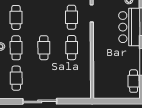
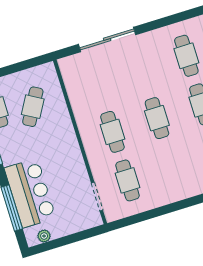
cafe table: (113, 76) -> (33, 107), added
sliding door: (40, 101) -> (107, 39), moved

